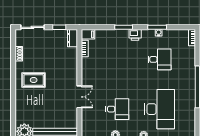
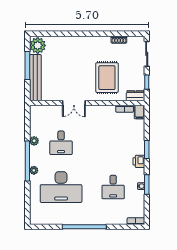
rug: (34, 80) -> (107, 78), moved, width x1.36, depth x1.43

